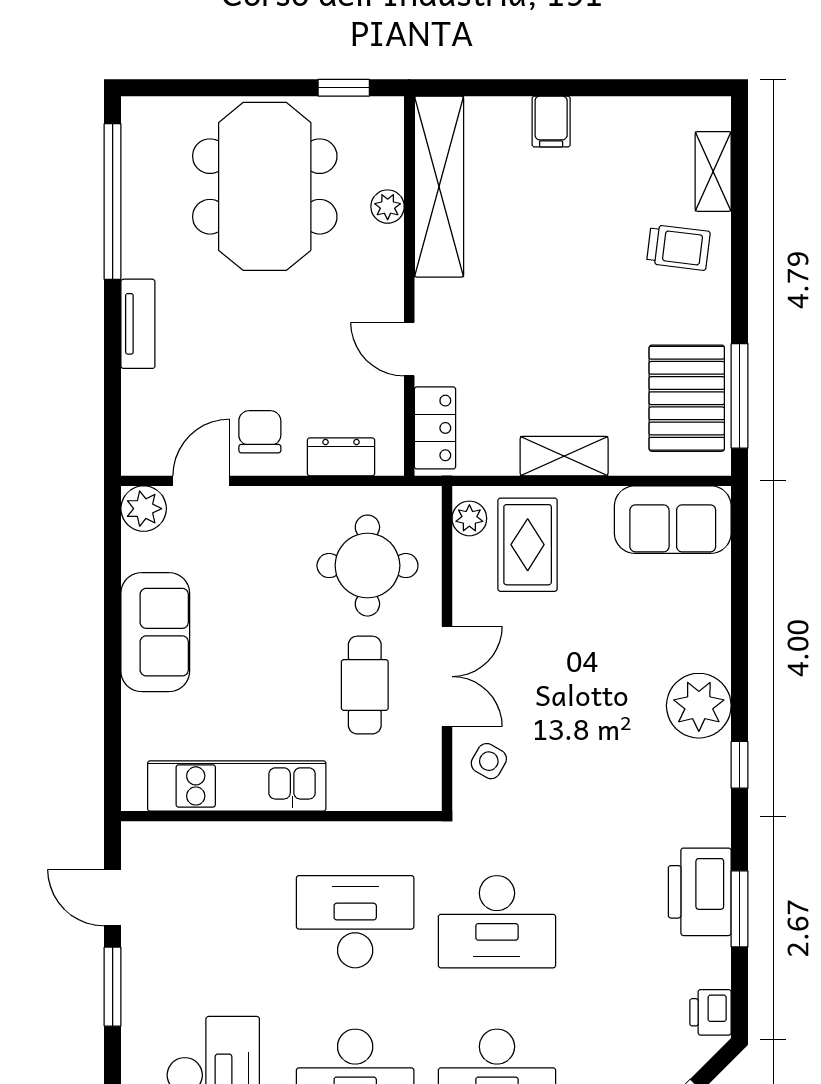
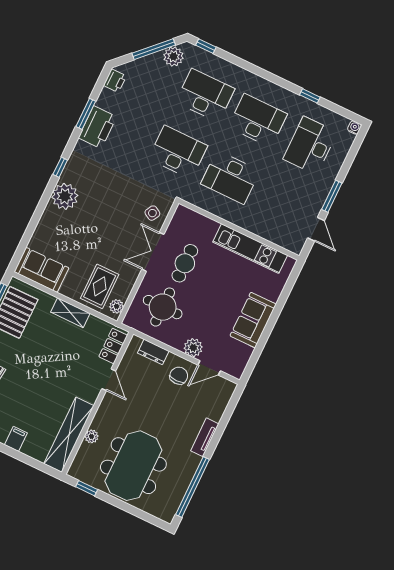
chair: (260, 432) -> (179, 376), turned 180
plant: (144, 509) -> (193, 348), moved

